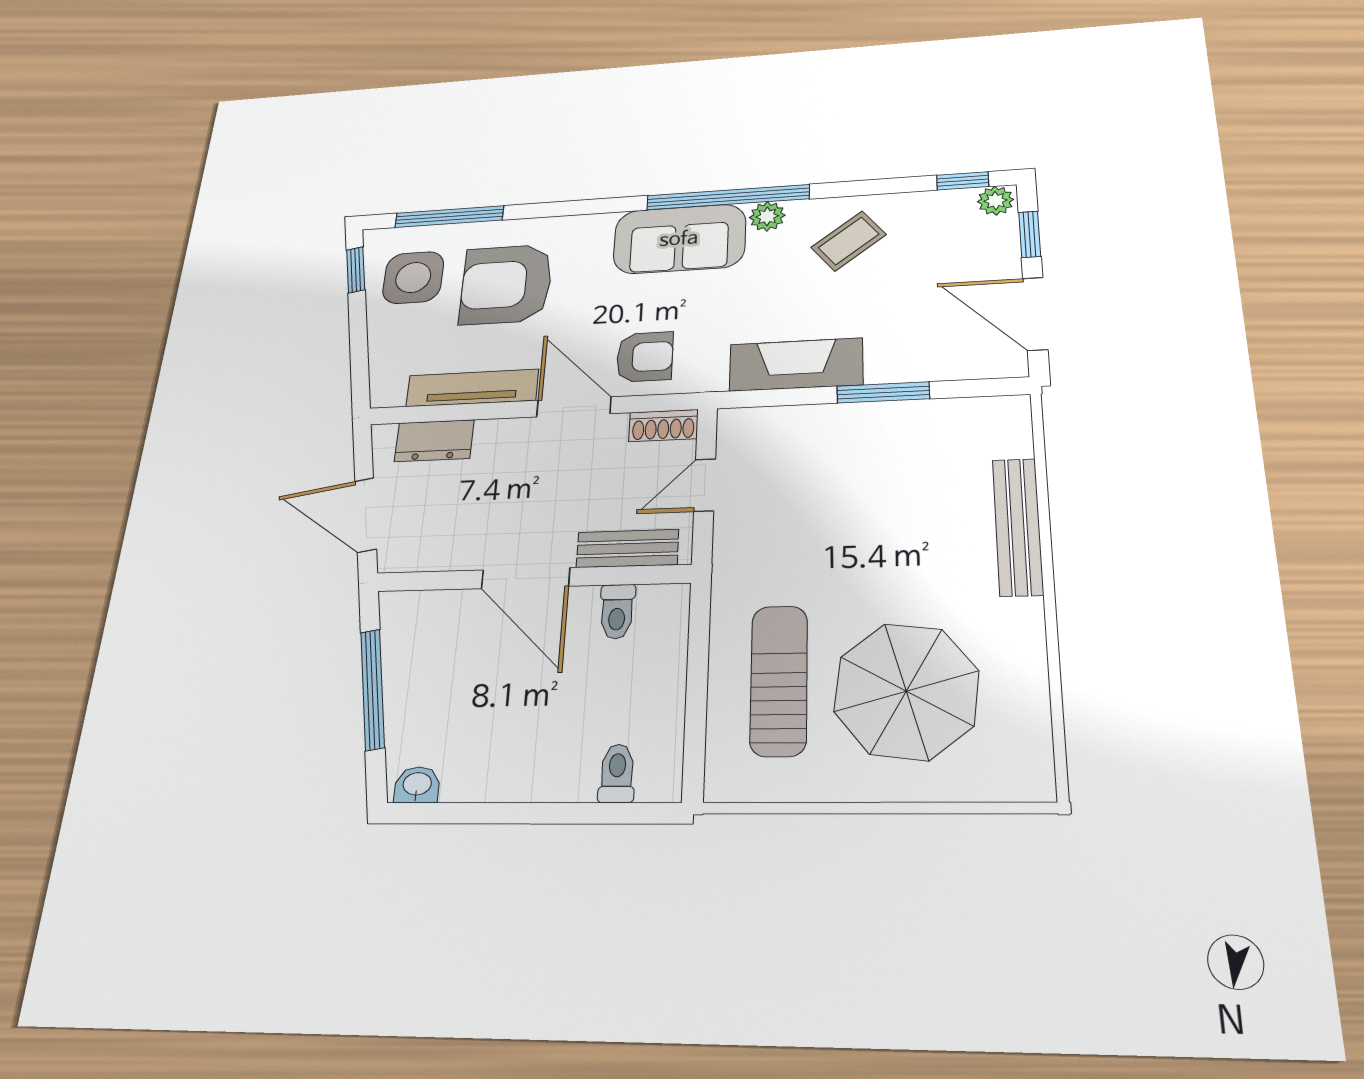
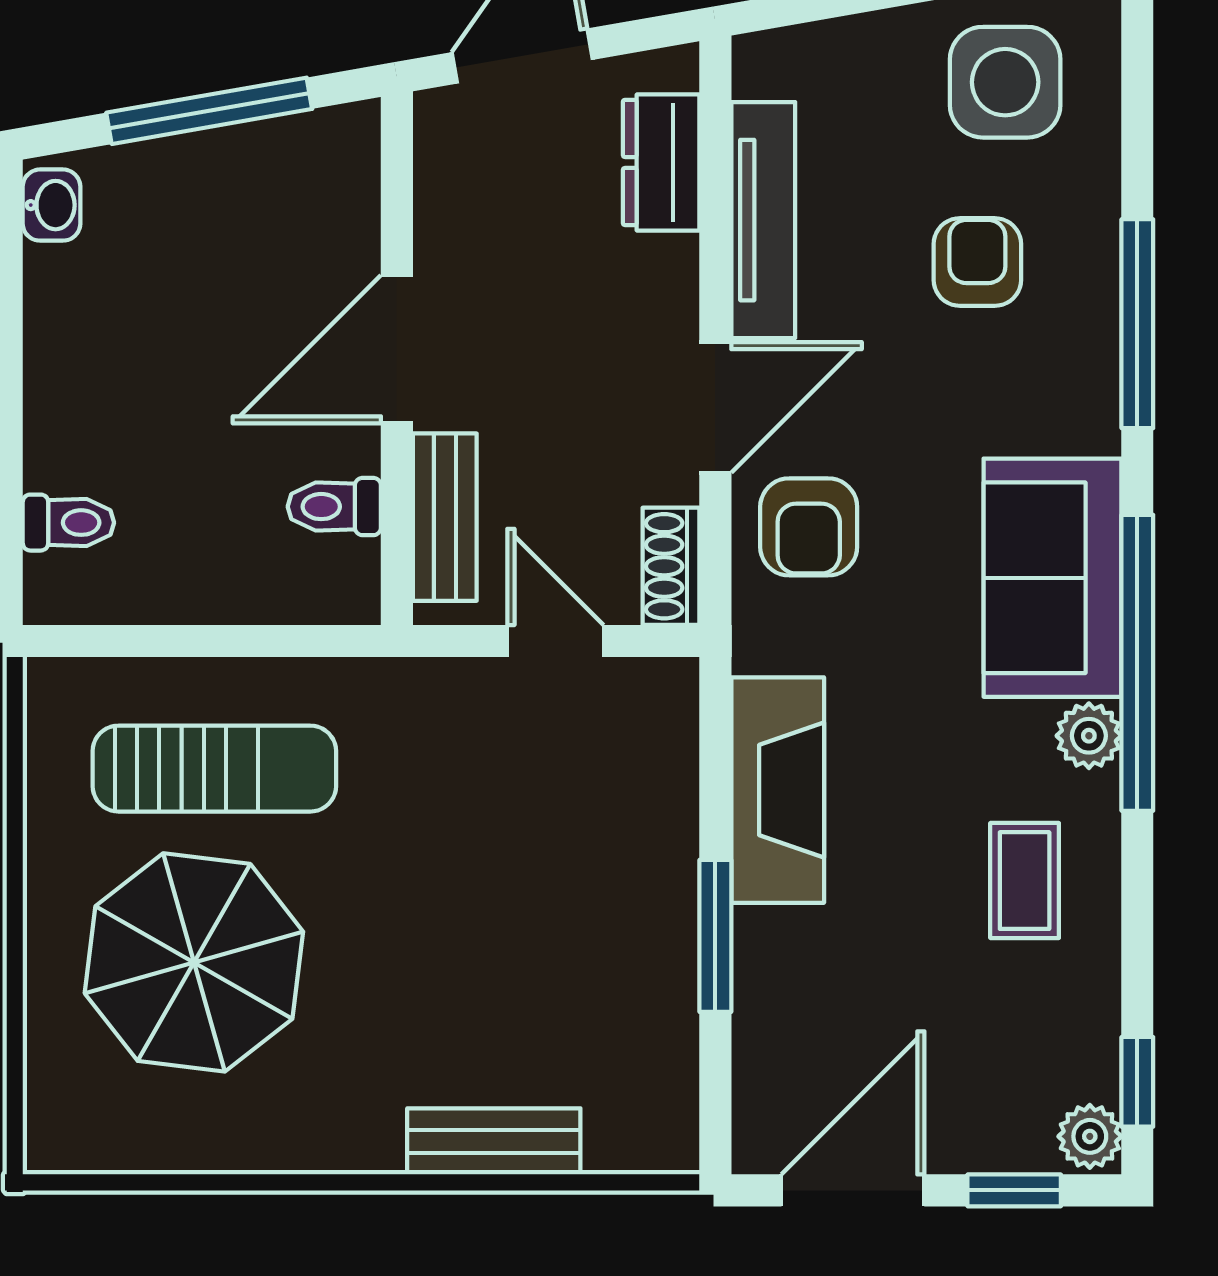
window: (449, 217) -> (1137, 324), moved
coffee table: (849, 241) -> (1025, 881), turned 38
armchair: (506, 284) -> (977, 262), width x0.53, depth x0.53
bench: (1018, 526) -> (494, 1141), width x0.73

